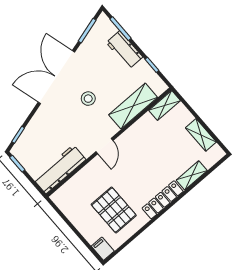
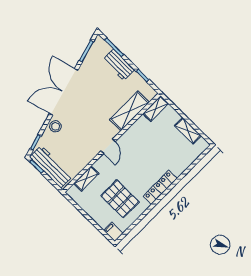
stool: (88, 99) -> (55, 126), moved
workbench: (60, 169) -> (51, 167), moved, turned 90
shelving: (192, 175) -> (86, 179), moved

